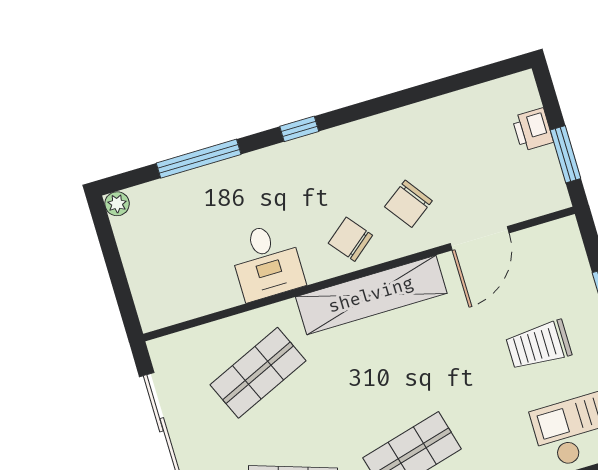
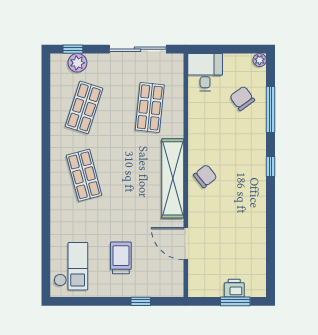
window: (565, 154) -> (235, 301), moved
chair: (408, 204) -> (242, 98), moved
desk: (267, 262) -> (205, 72), moved, turned 90
shop shelf: (258, 373) -> (150, 107), turned 30

